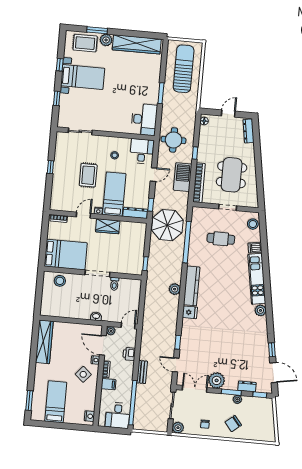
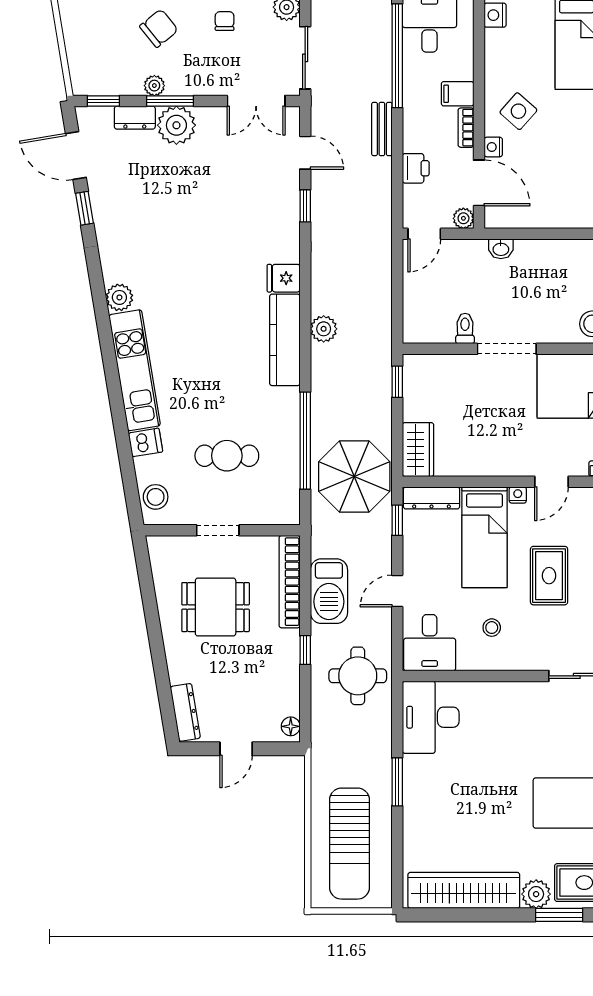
dining table: (232, 175) -> (216, 607), width x0.73
wardrobe: (108, 226) -> (418, 450), moved, turned 90
plant: (217, 380) -> (176, 125), moved

